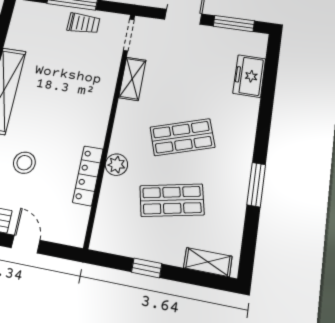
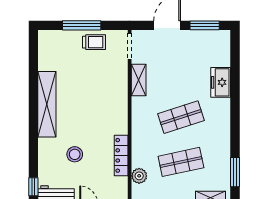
freezer: (249, 76) -> (221, 82), moved
plant: (116, 165) -> (139, 176), moved
window: (256, 185) -> (235, 172), moved

